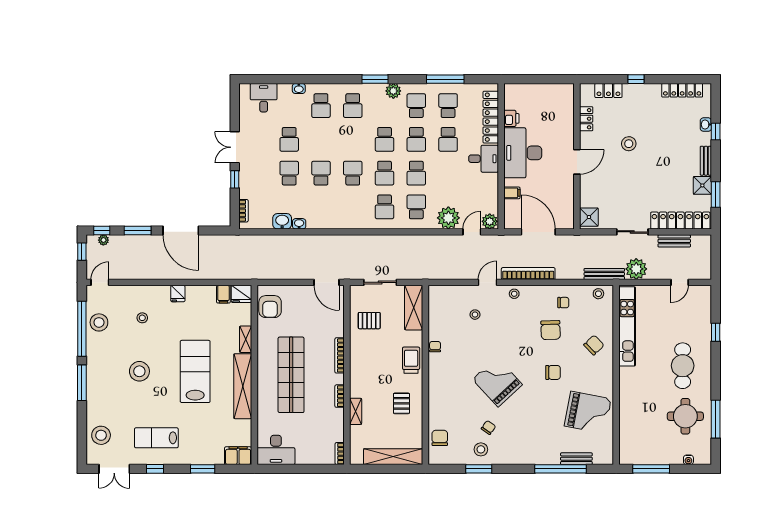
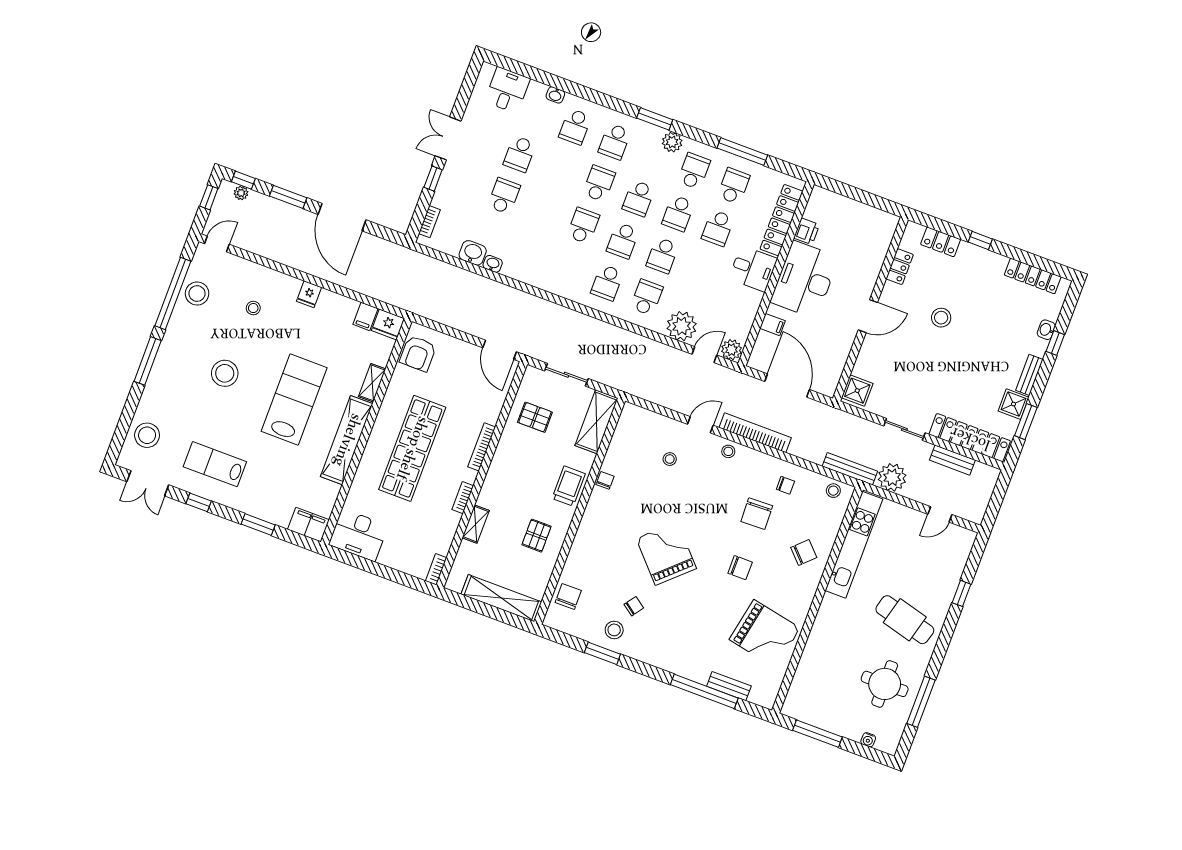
school desk: (321, 173) -> (599, 184), moved
cafe table: (683, 366) -> (905, 620), turned -75

